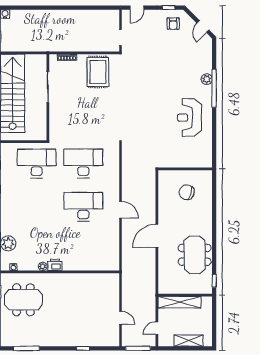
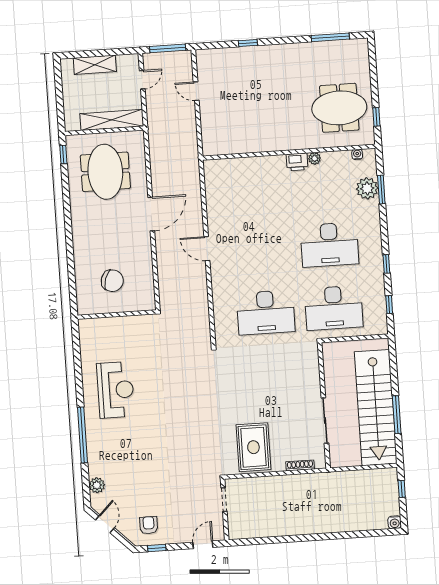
plant: (207, 79) -> (97, 485), moved
desk: (83, 207) -> (329, 245), moved
meeting table: (195, 255) -> (105, 172), moved

